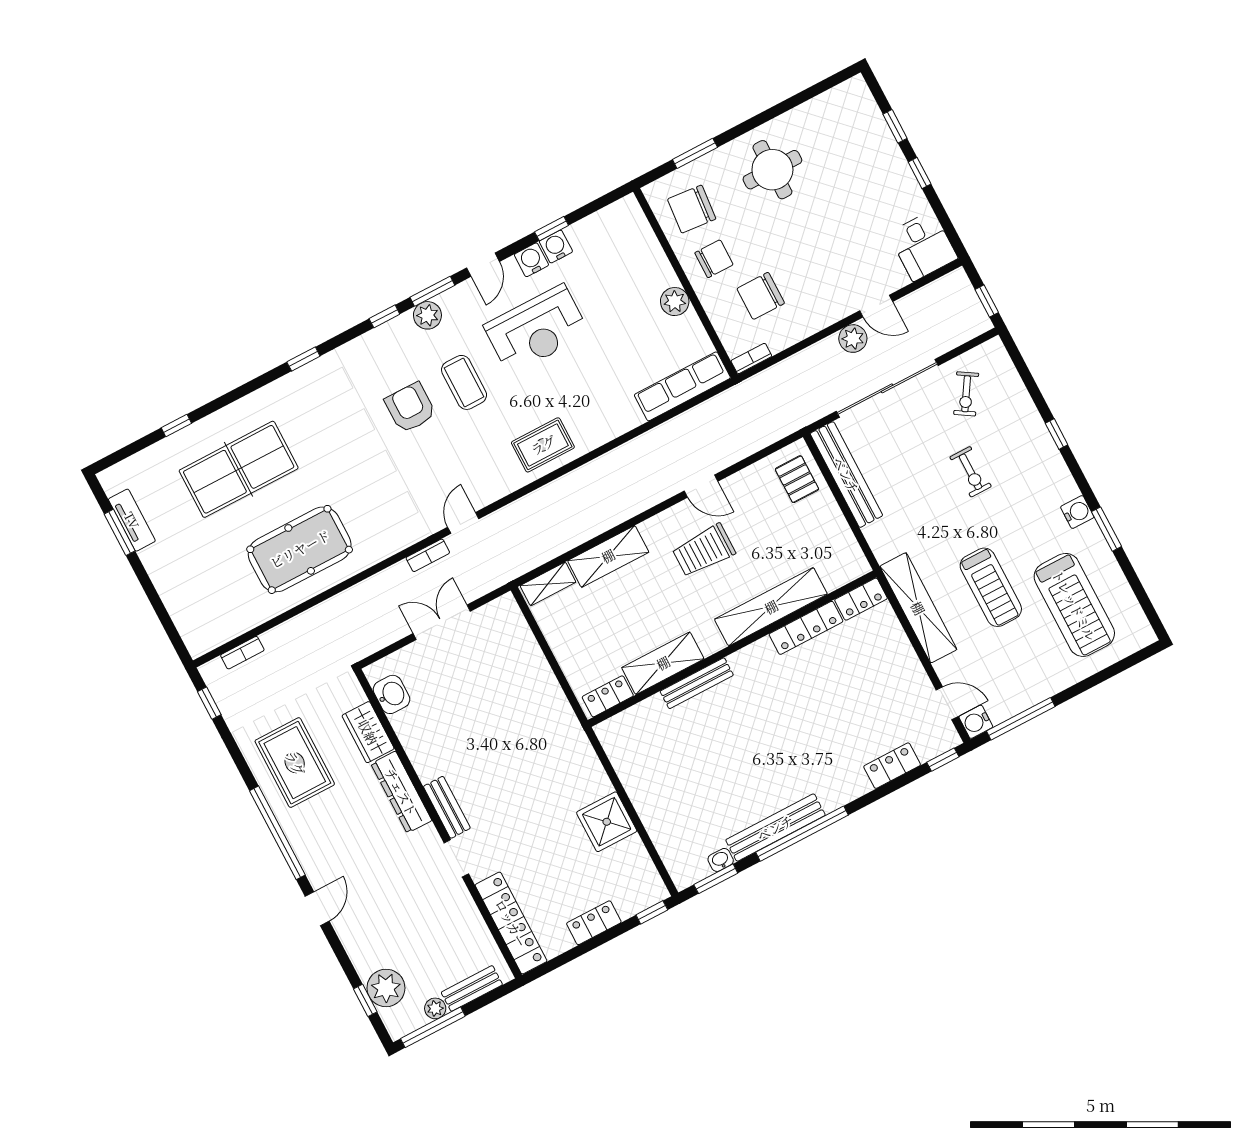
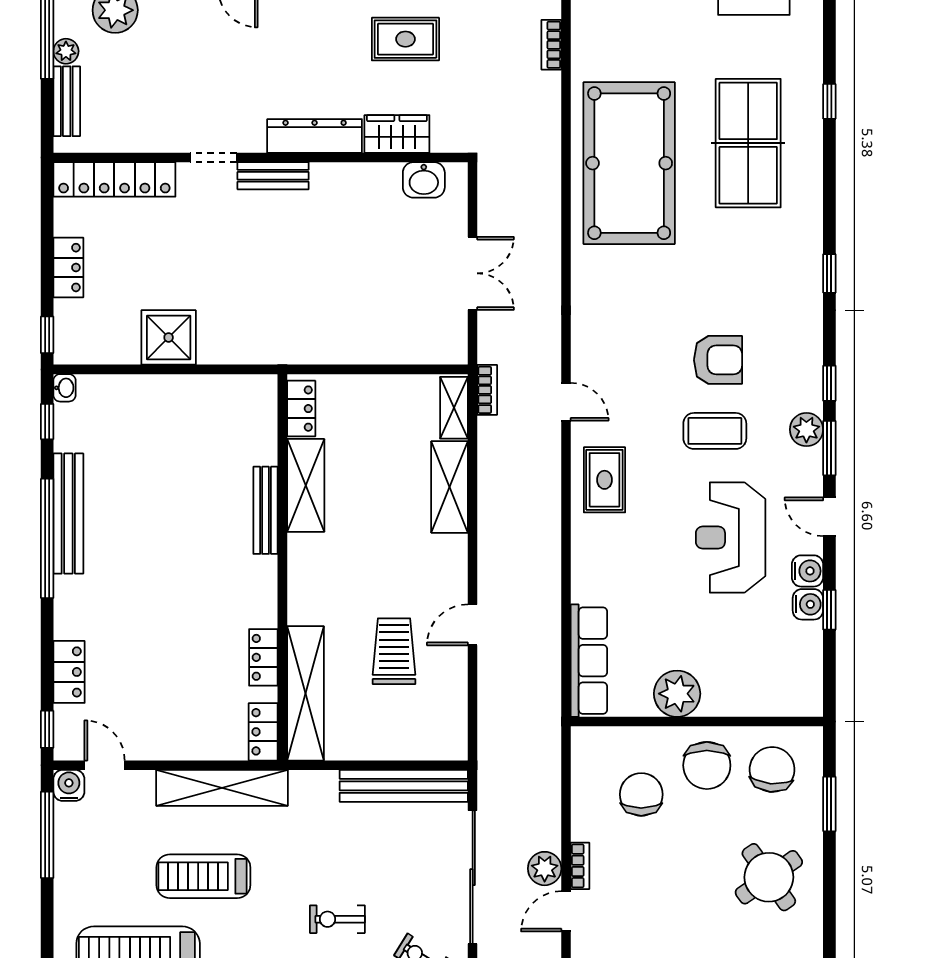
round table: (772, 170) -> (769, 877), turned -35
chair: (714, 259) -> (707, 765), width x1.37, depth x1.37
plant: (675, 302) -> (677, 694), width x1.36, depth x1.36
bookcase: (751, 358) -> (580, 866), moved
pallet: (797, 479) -> (426, 731), removed
door: (463, 523) -> (566, 402), moved
pool table: (300, 549) -> (629, 163), width x1.36, depth x1.32
trolley: (704, 551) -> (394, 651), moved
bookcase: (428, 555) -> (487, 390), moved, turned 180
shelving: (771, 607) -> (305, 693), moved
locker: (806, 628) -> (263, 657), width x0.66
door: (947, 703) -> (105, 765), swing flipped
rug: (295, 763) -> (405, 39), width x0.73, depth x0.70
washbasin: (721, 860) -> (64, 388), moved
window: (716, 879) -> (47, 422), width x0.67

